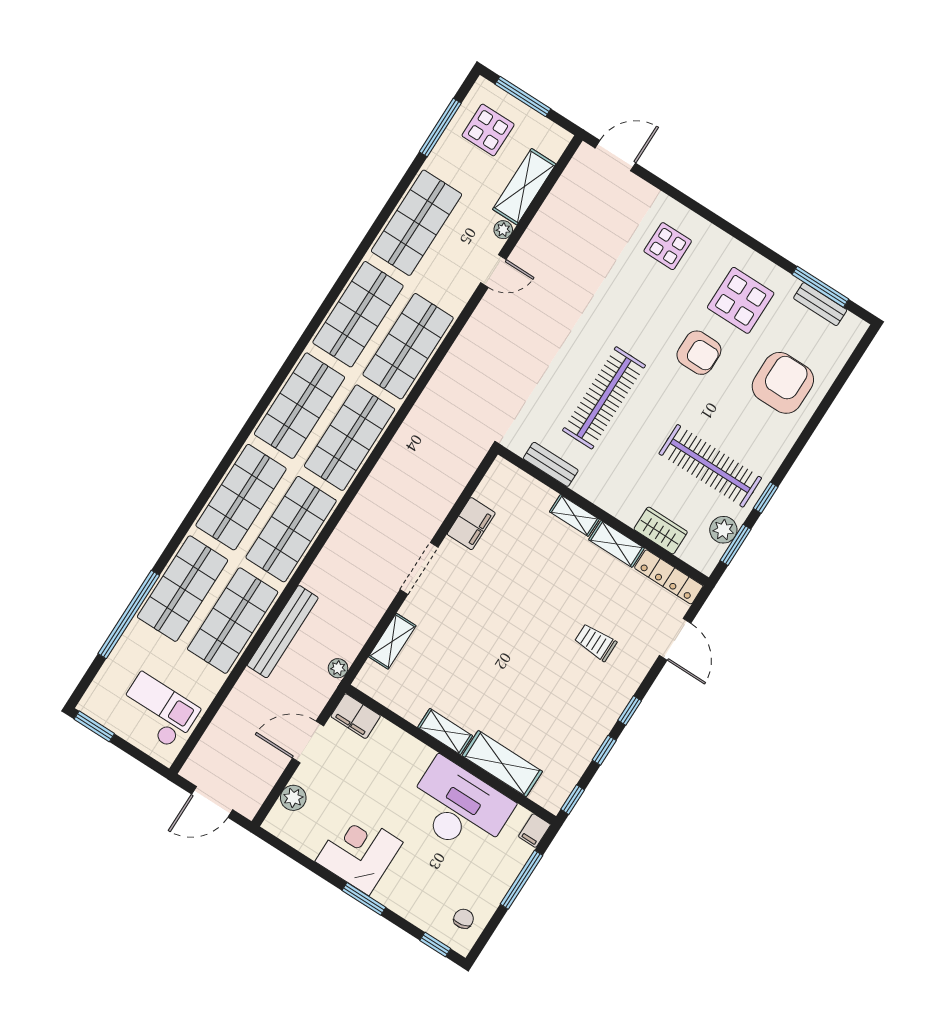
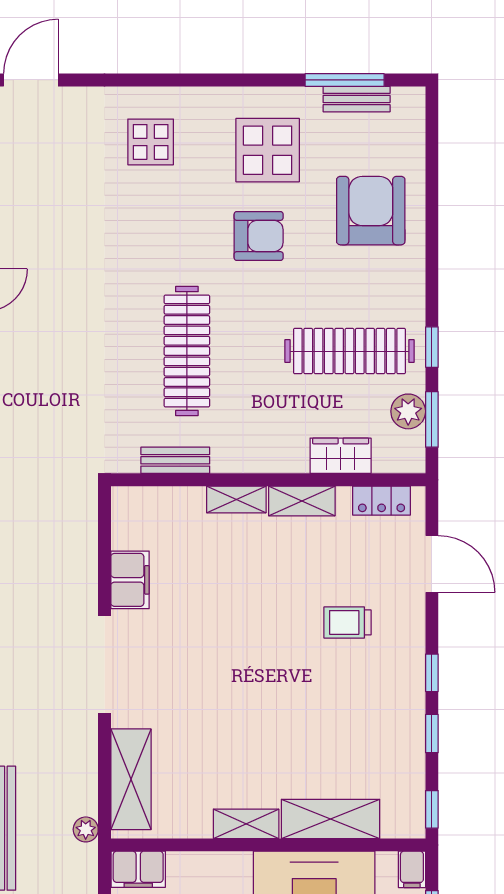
doorway: (419, 568) -> (104, 665), width x1.36
locker: (669, 577) -> (382, 501), width x0.66
shelving: (392, 641) -> (131, 779), width x1.50, depth x1.33

